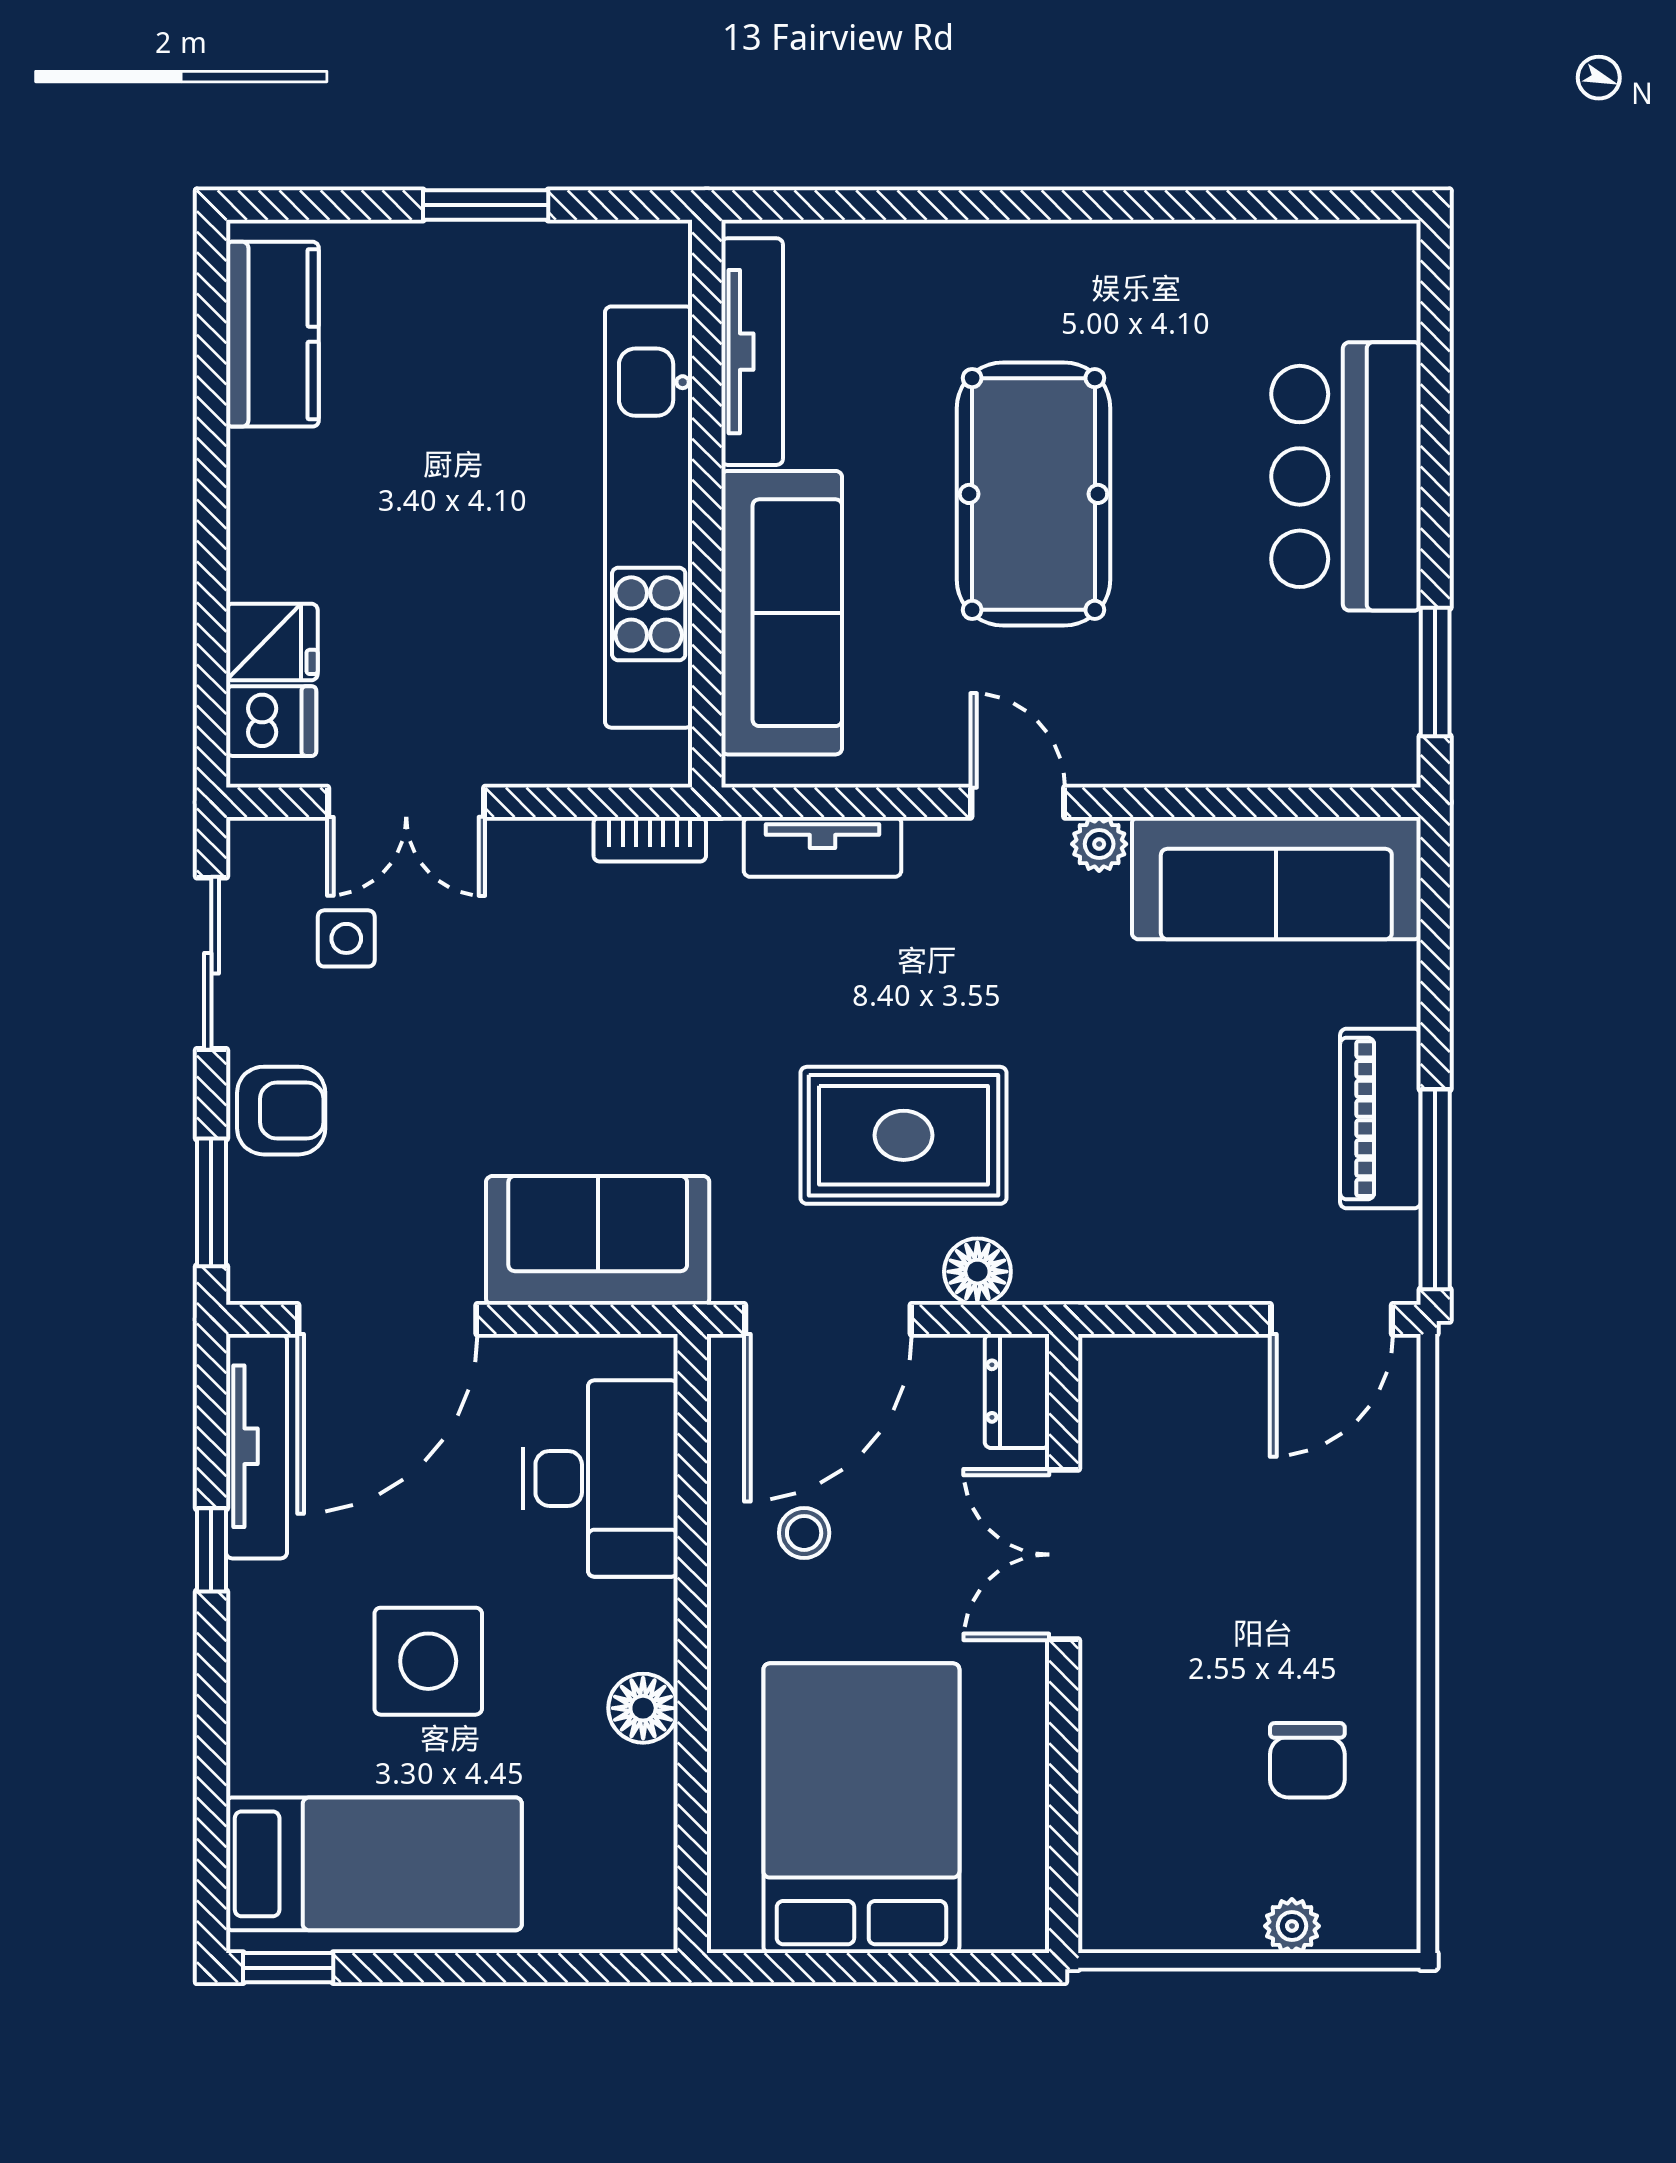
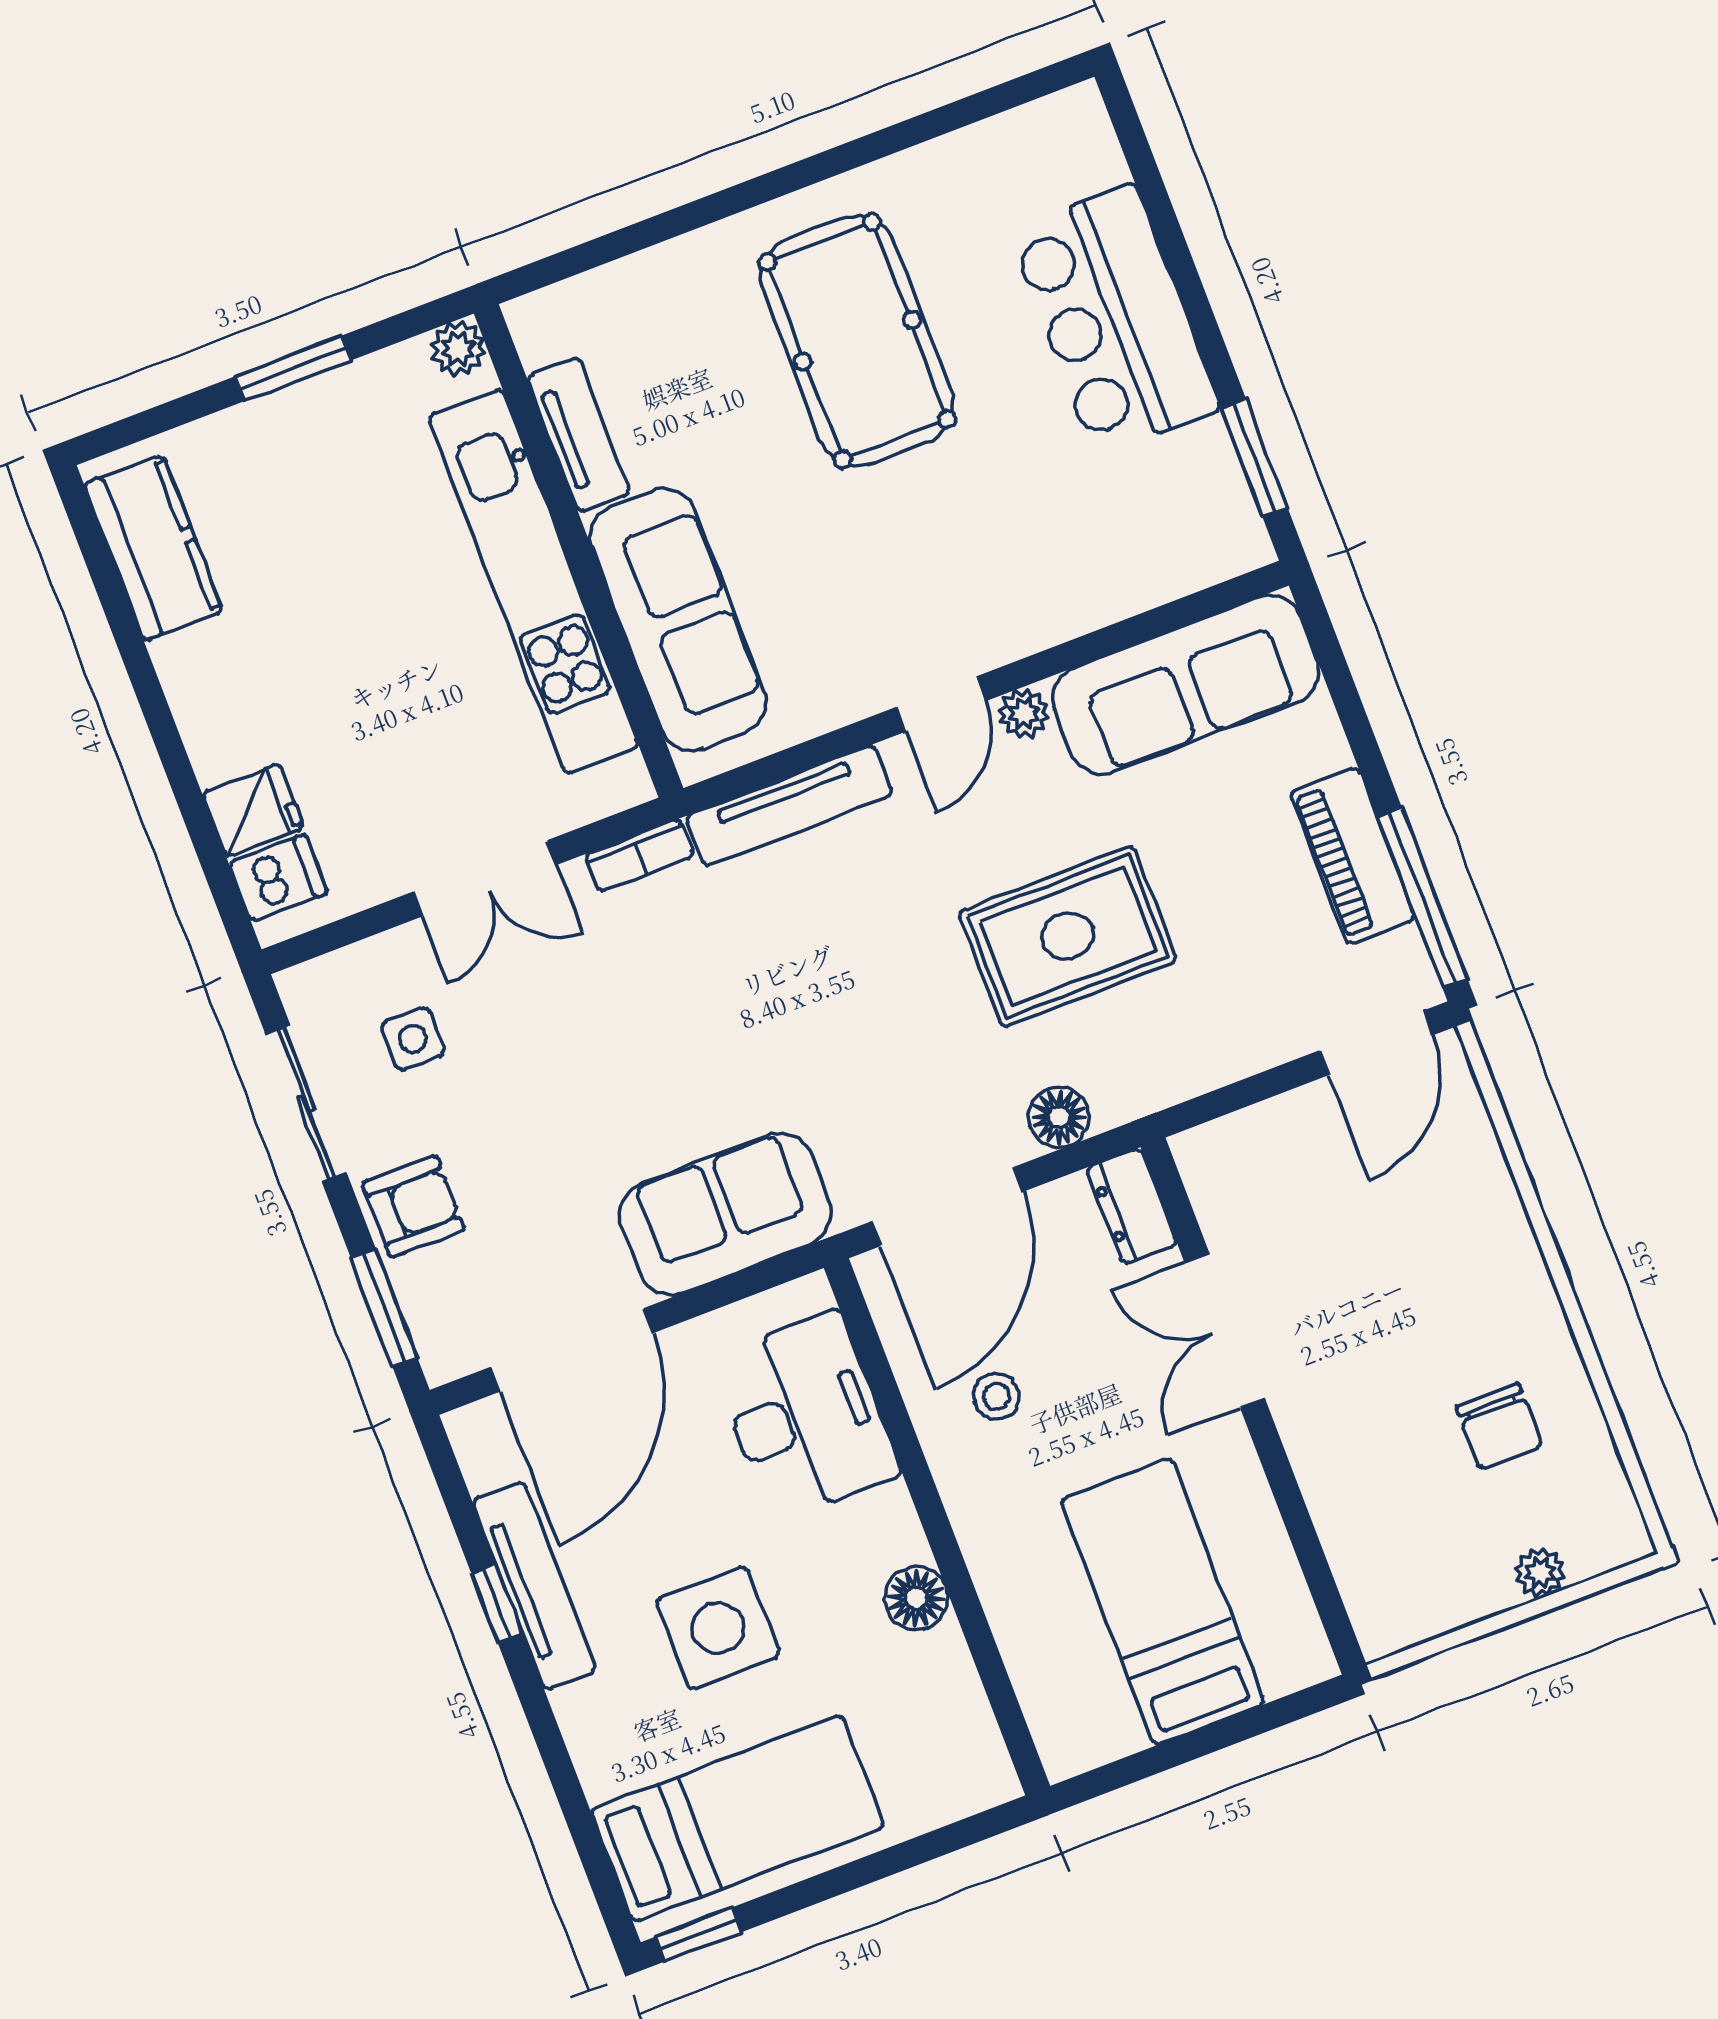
plant: (662, 249) -> (458, 349), added
tv unit: (752, 352) -> (578, 435), width x0.71
pool table: (1033, 494) -> (857, 341), moved
double door: (406, 802) -> (485, 878), moved
door: (1018, 802) -> (941, 704), swing flipped
tv unit: (823, 847) -> (789, 806), width x1.41
rug: (904, 1135) -> (1068, 936), moved
tv unit: (256, 1446) -> (534, 1586), moved
bed: (861, 1808) -> (1163, 1601), width x0.67

